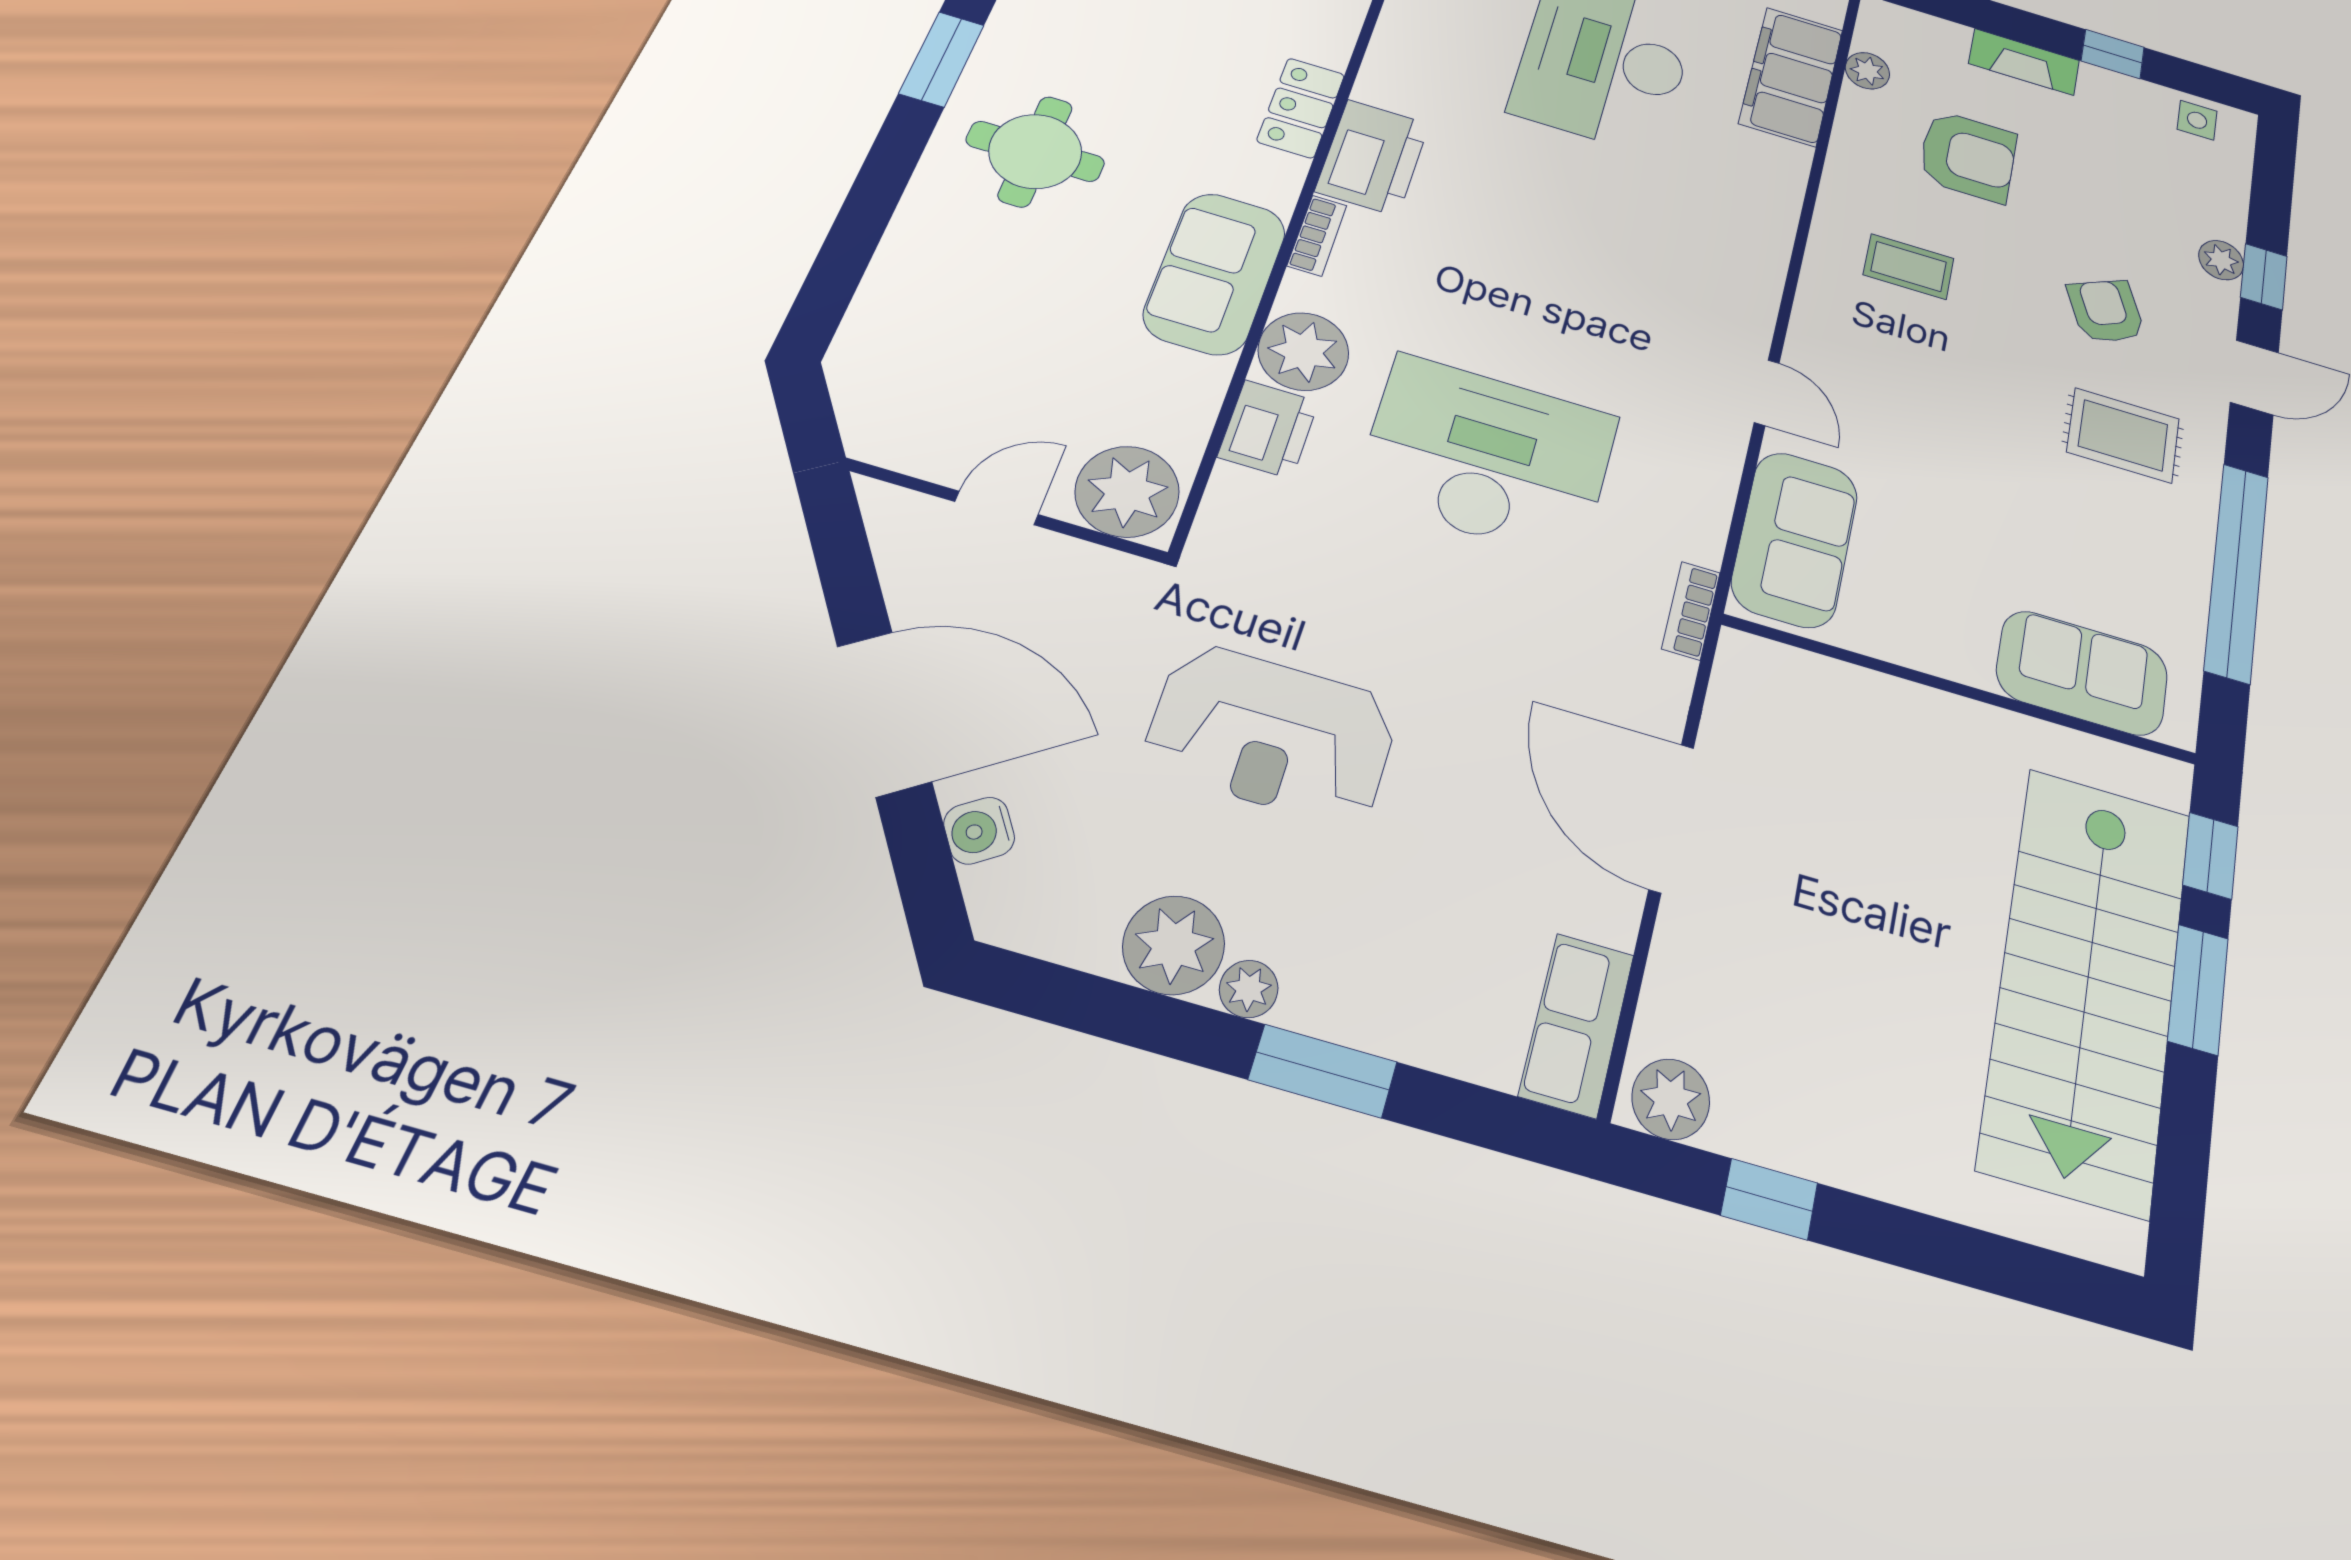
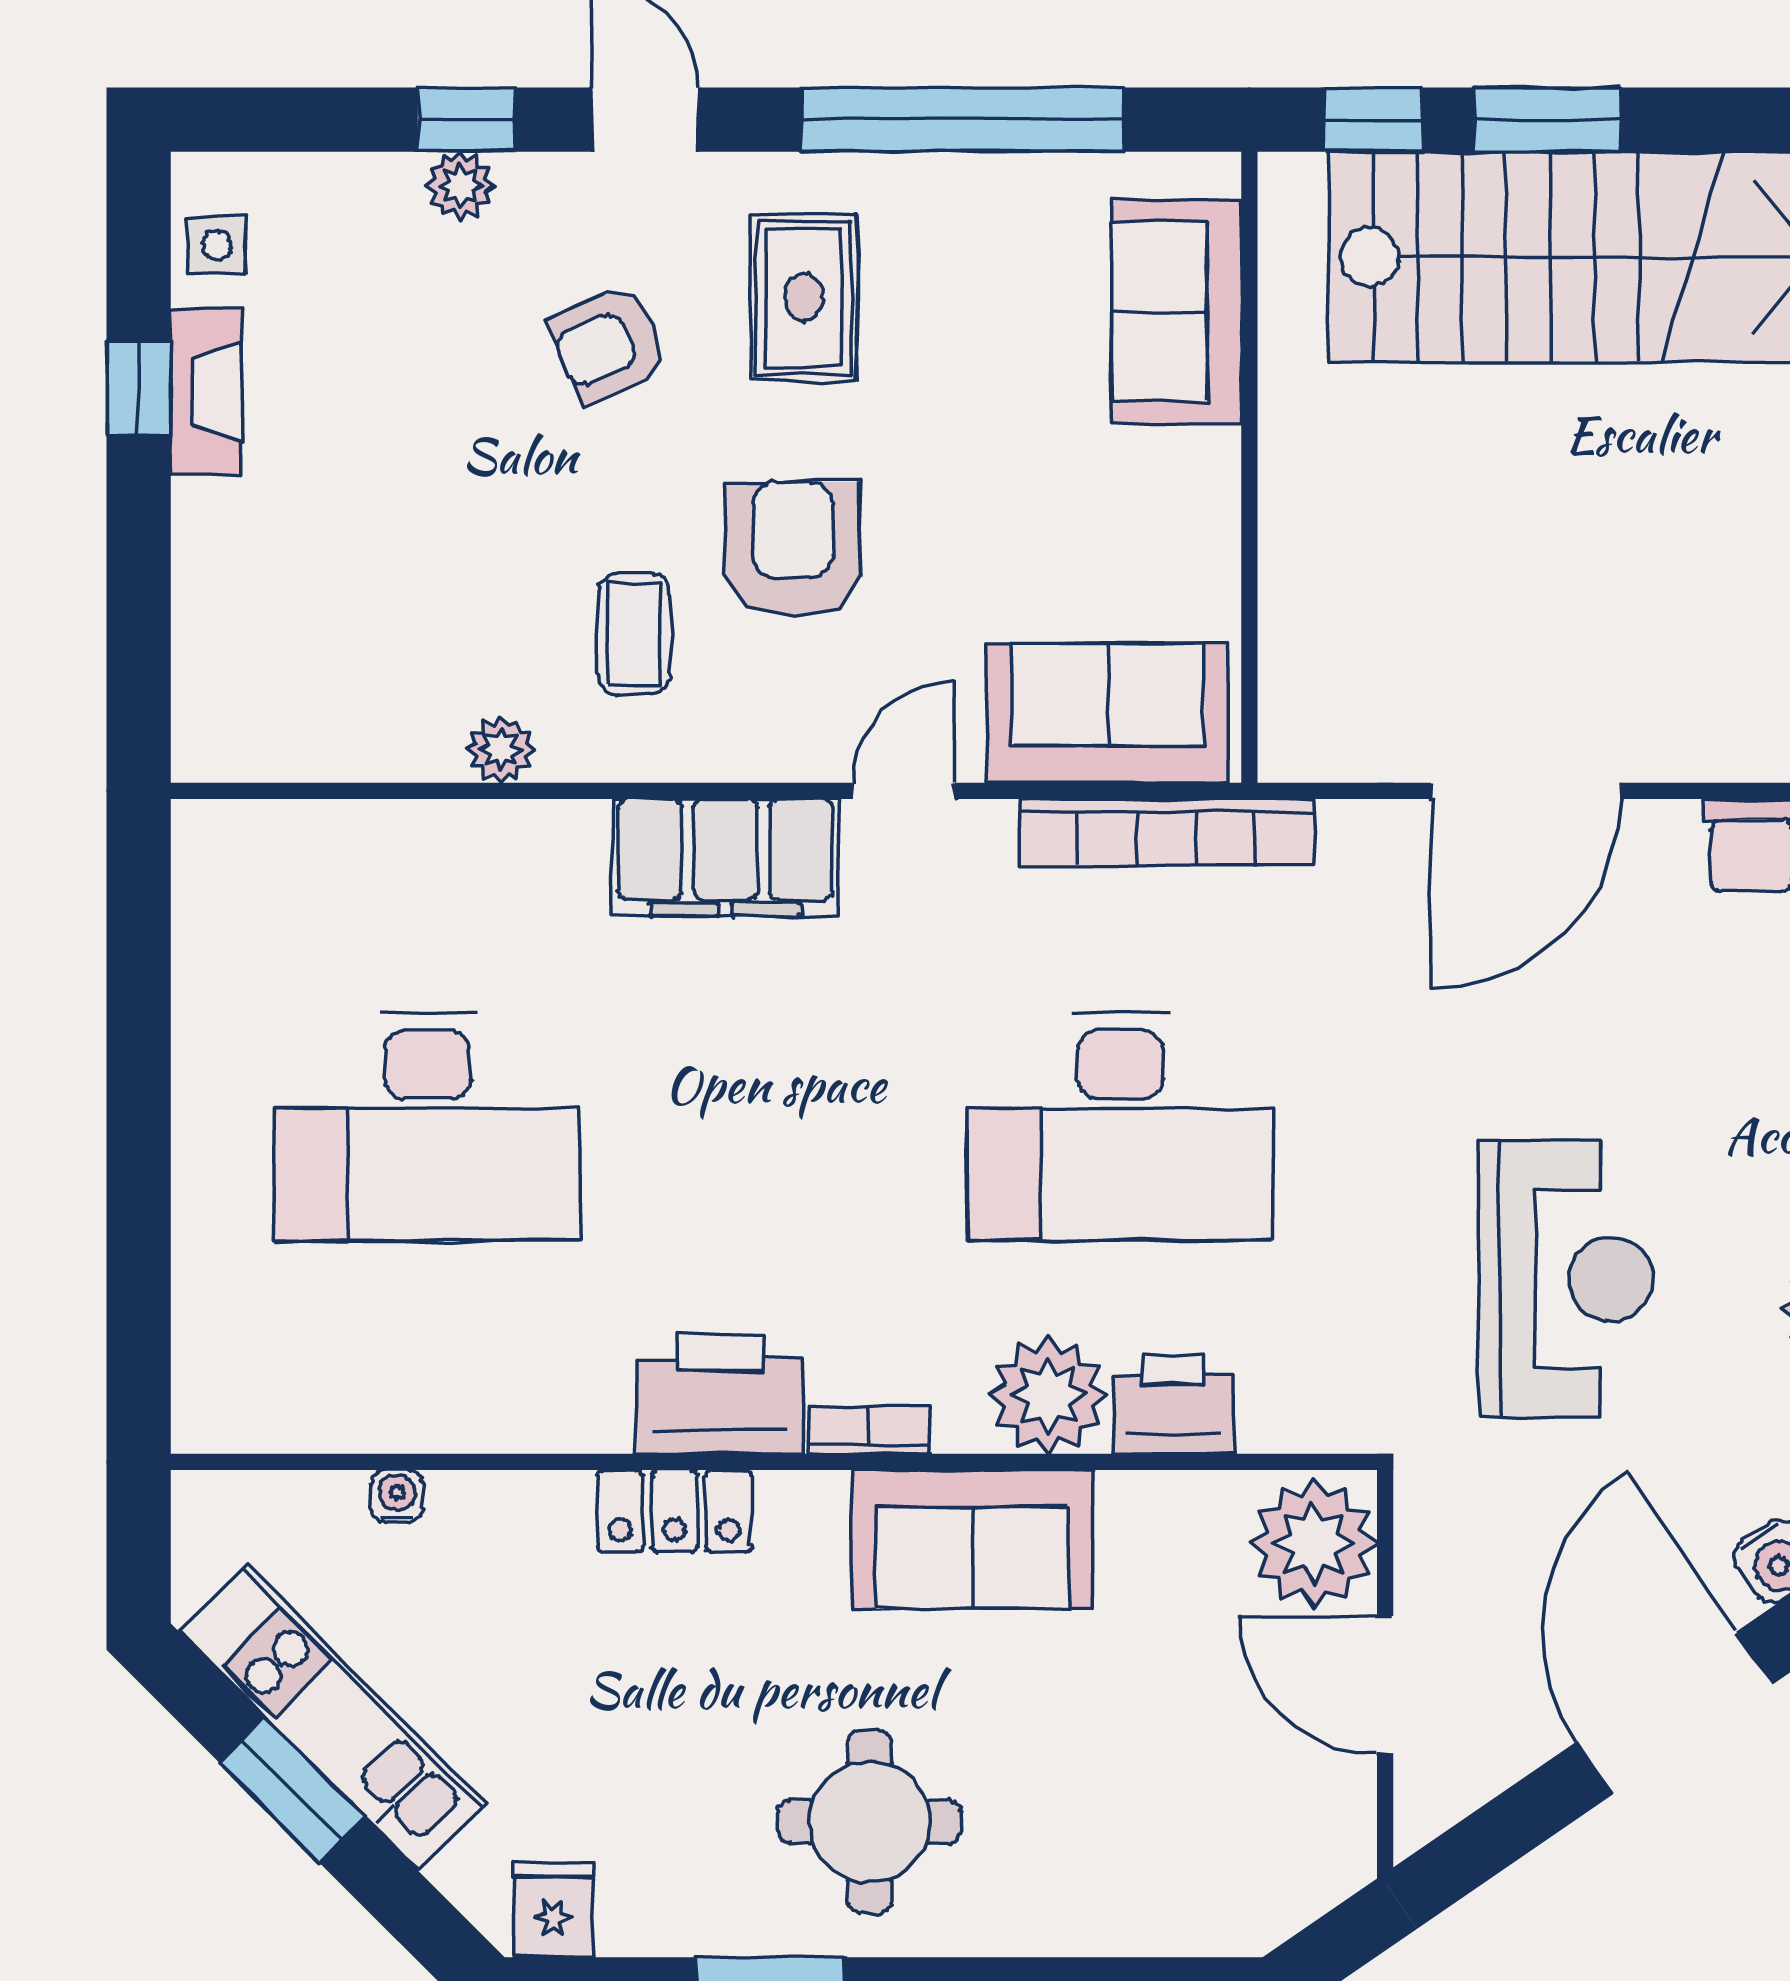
fireplace: (2024, 62) -> (206, 392), moved
plant: (1867, 71) -> (501, 749), moved
filing cabinet: (1791, 76) -> (725, 857), moved
armchair: (1968, 156) -> (793, 549), moved
desk: (1488, 457) -> (1120, 1126), turned -90
door: (997, 508) -> (1385, 1685), width x1.38
bookcase: (1691, 611) -> (1167, 832), width x2.31, depth x1.31

